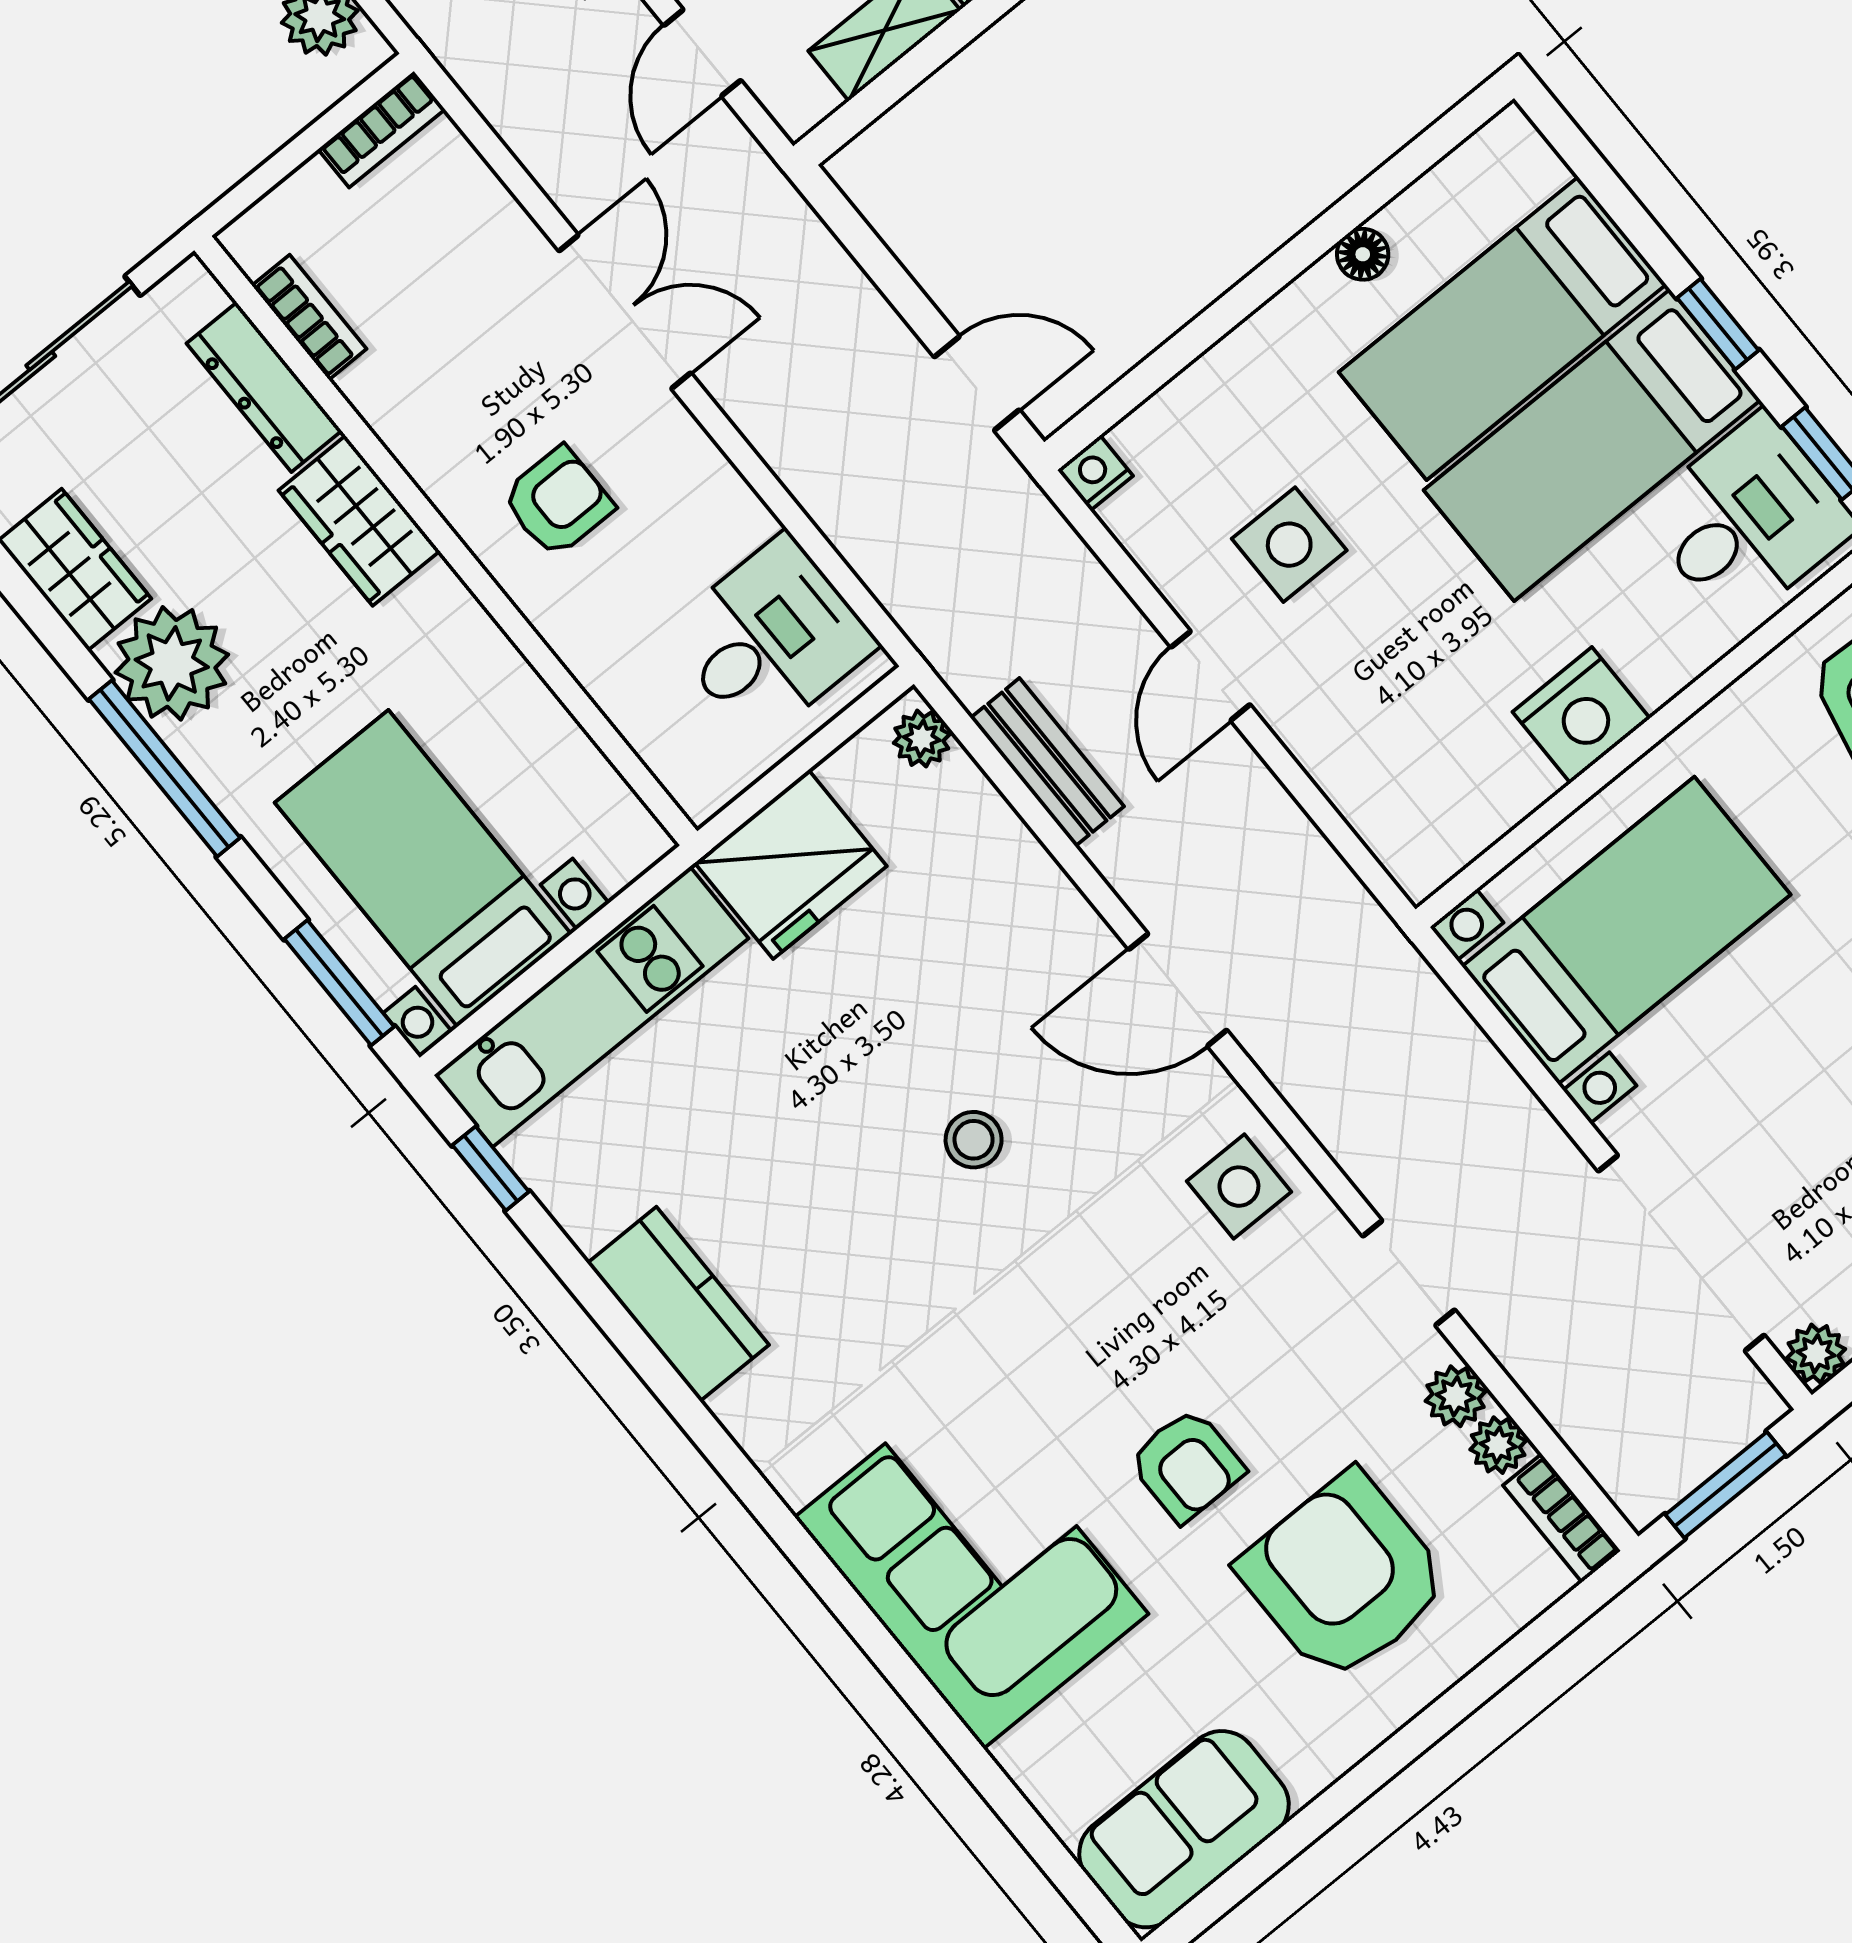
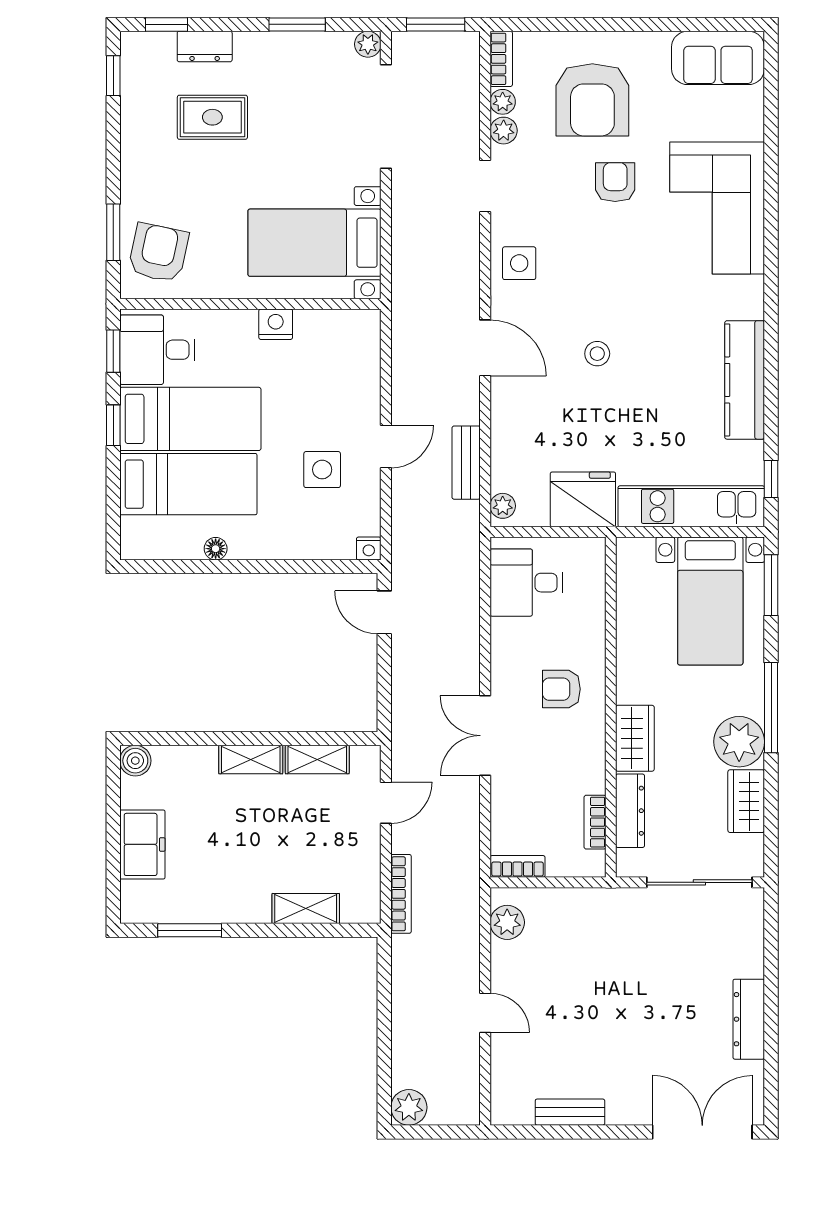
nightstand: (1581, 715) -> (276, 324), width x0.74, depth x0.75
kitchen counter: (678, 1304) -> (745, 380), width x1.50

